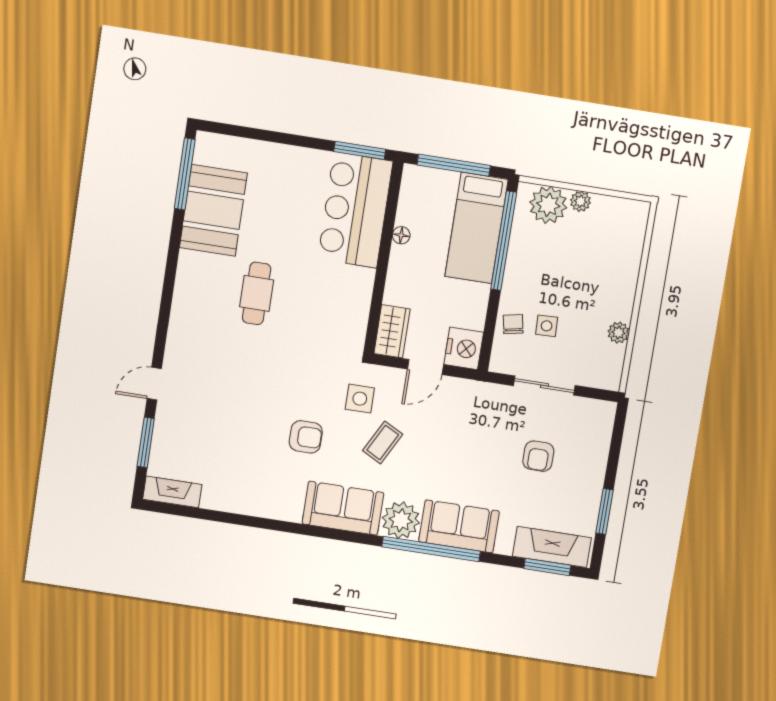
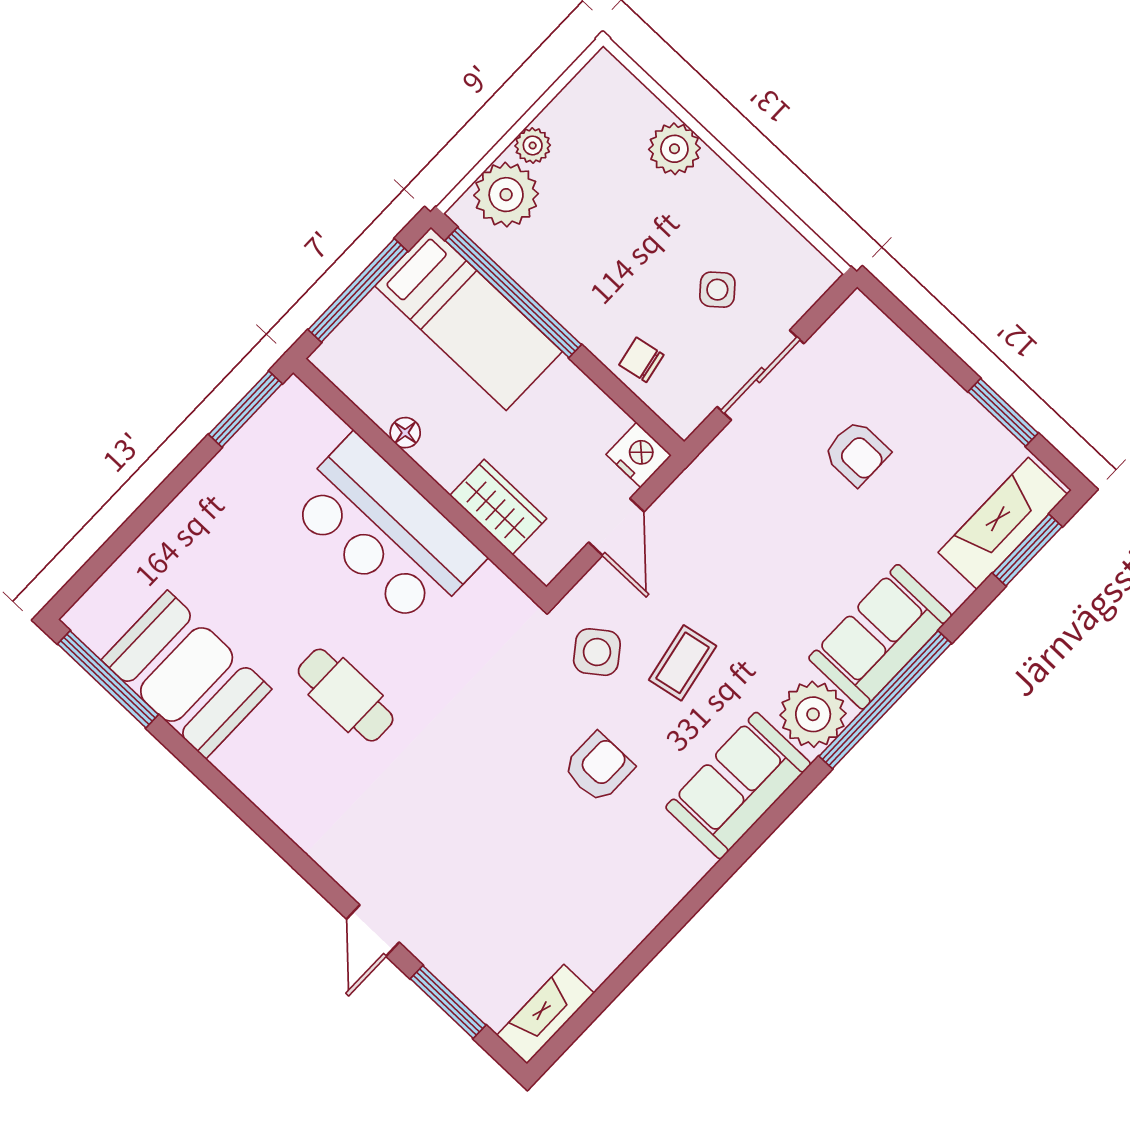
bar counter: (355, 210) -> (386, 531), moved
side table: (547, 326) -> (717, 290), moved, turned -38
wardrobe: (392, 331) -> (498, 507), moved
plant: (618, 333) -> (674, 149), moved, width x1.38, depth x1.38
nightstand: (464, 348) -> (639, 455), width x0.74, depth x0.75
side table: (360, 399) -> (597, 652), turned -37
coffee table: (383, 442) -> (683, 663), turned 51

